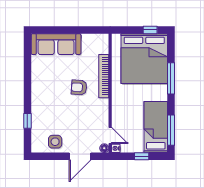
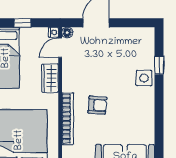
wardrobe: (119, 110) -> (50, 78), added
door: (110, 135) -> (60, 48), hinge flipped
side table: (55, 142) -> (144, 78), moved

